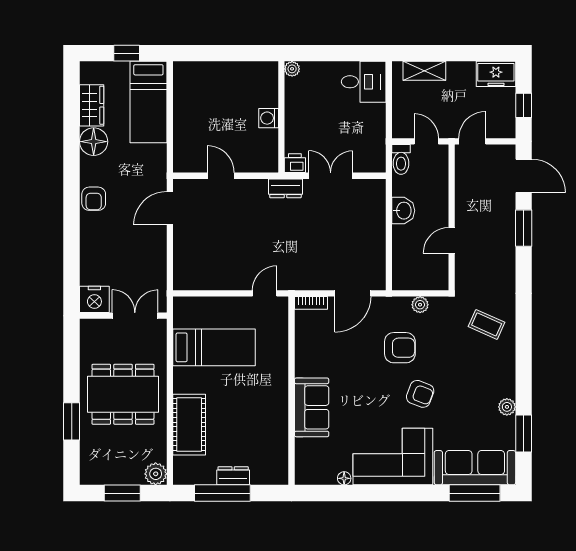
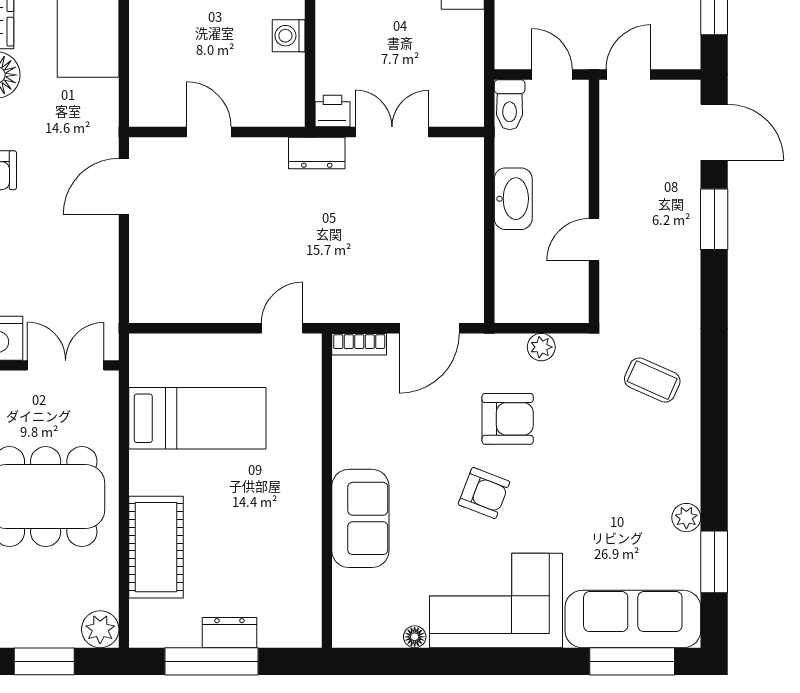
washbasin: (403, 211) -> (513, 199), width x1.38
armchair: (420, 394) -> (484, 493), moved

